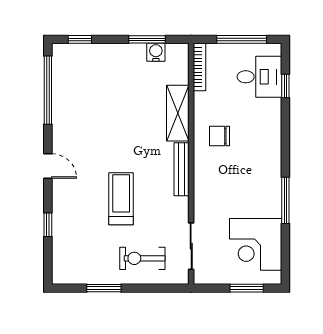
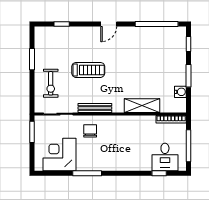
window: (147, 39) -> (189, 76), moved
chair: (220, 136) -> (90, 131), moved
bench: (182, 169) -> (95, 108), moved
window: (48, 225) -> (62, 24), moved
exercise bike: (142, 258) -> (51, 83), turned 180
window: (247, 288) -> (32, 132), moved

